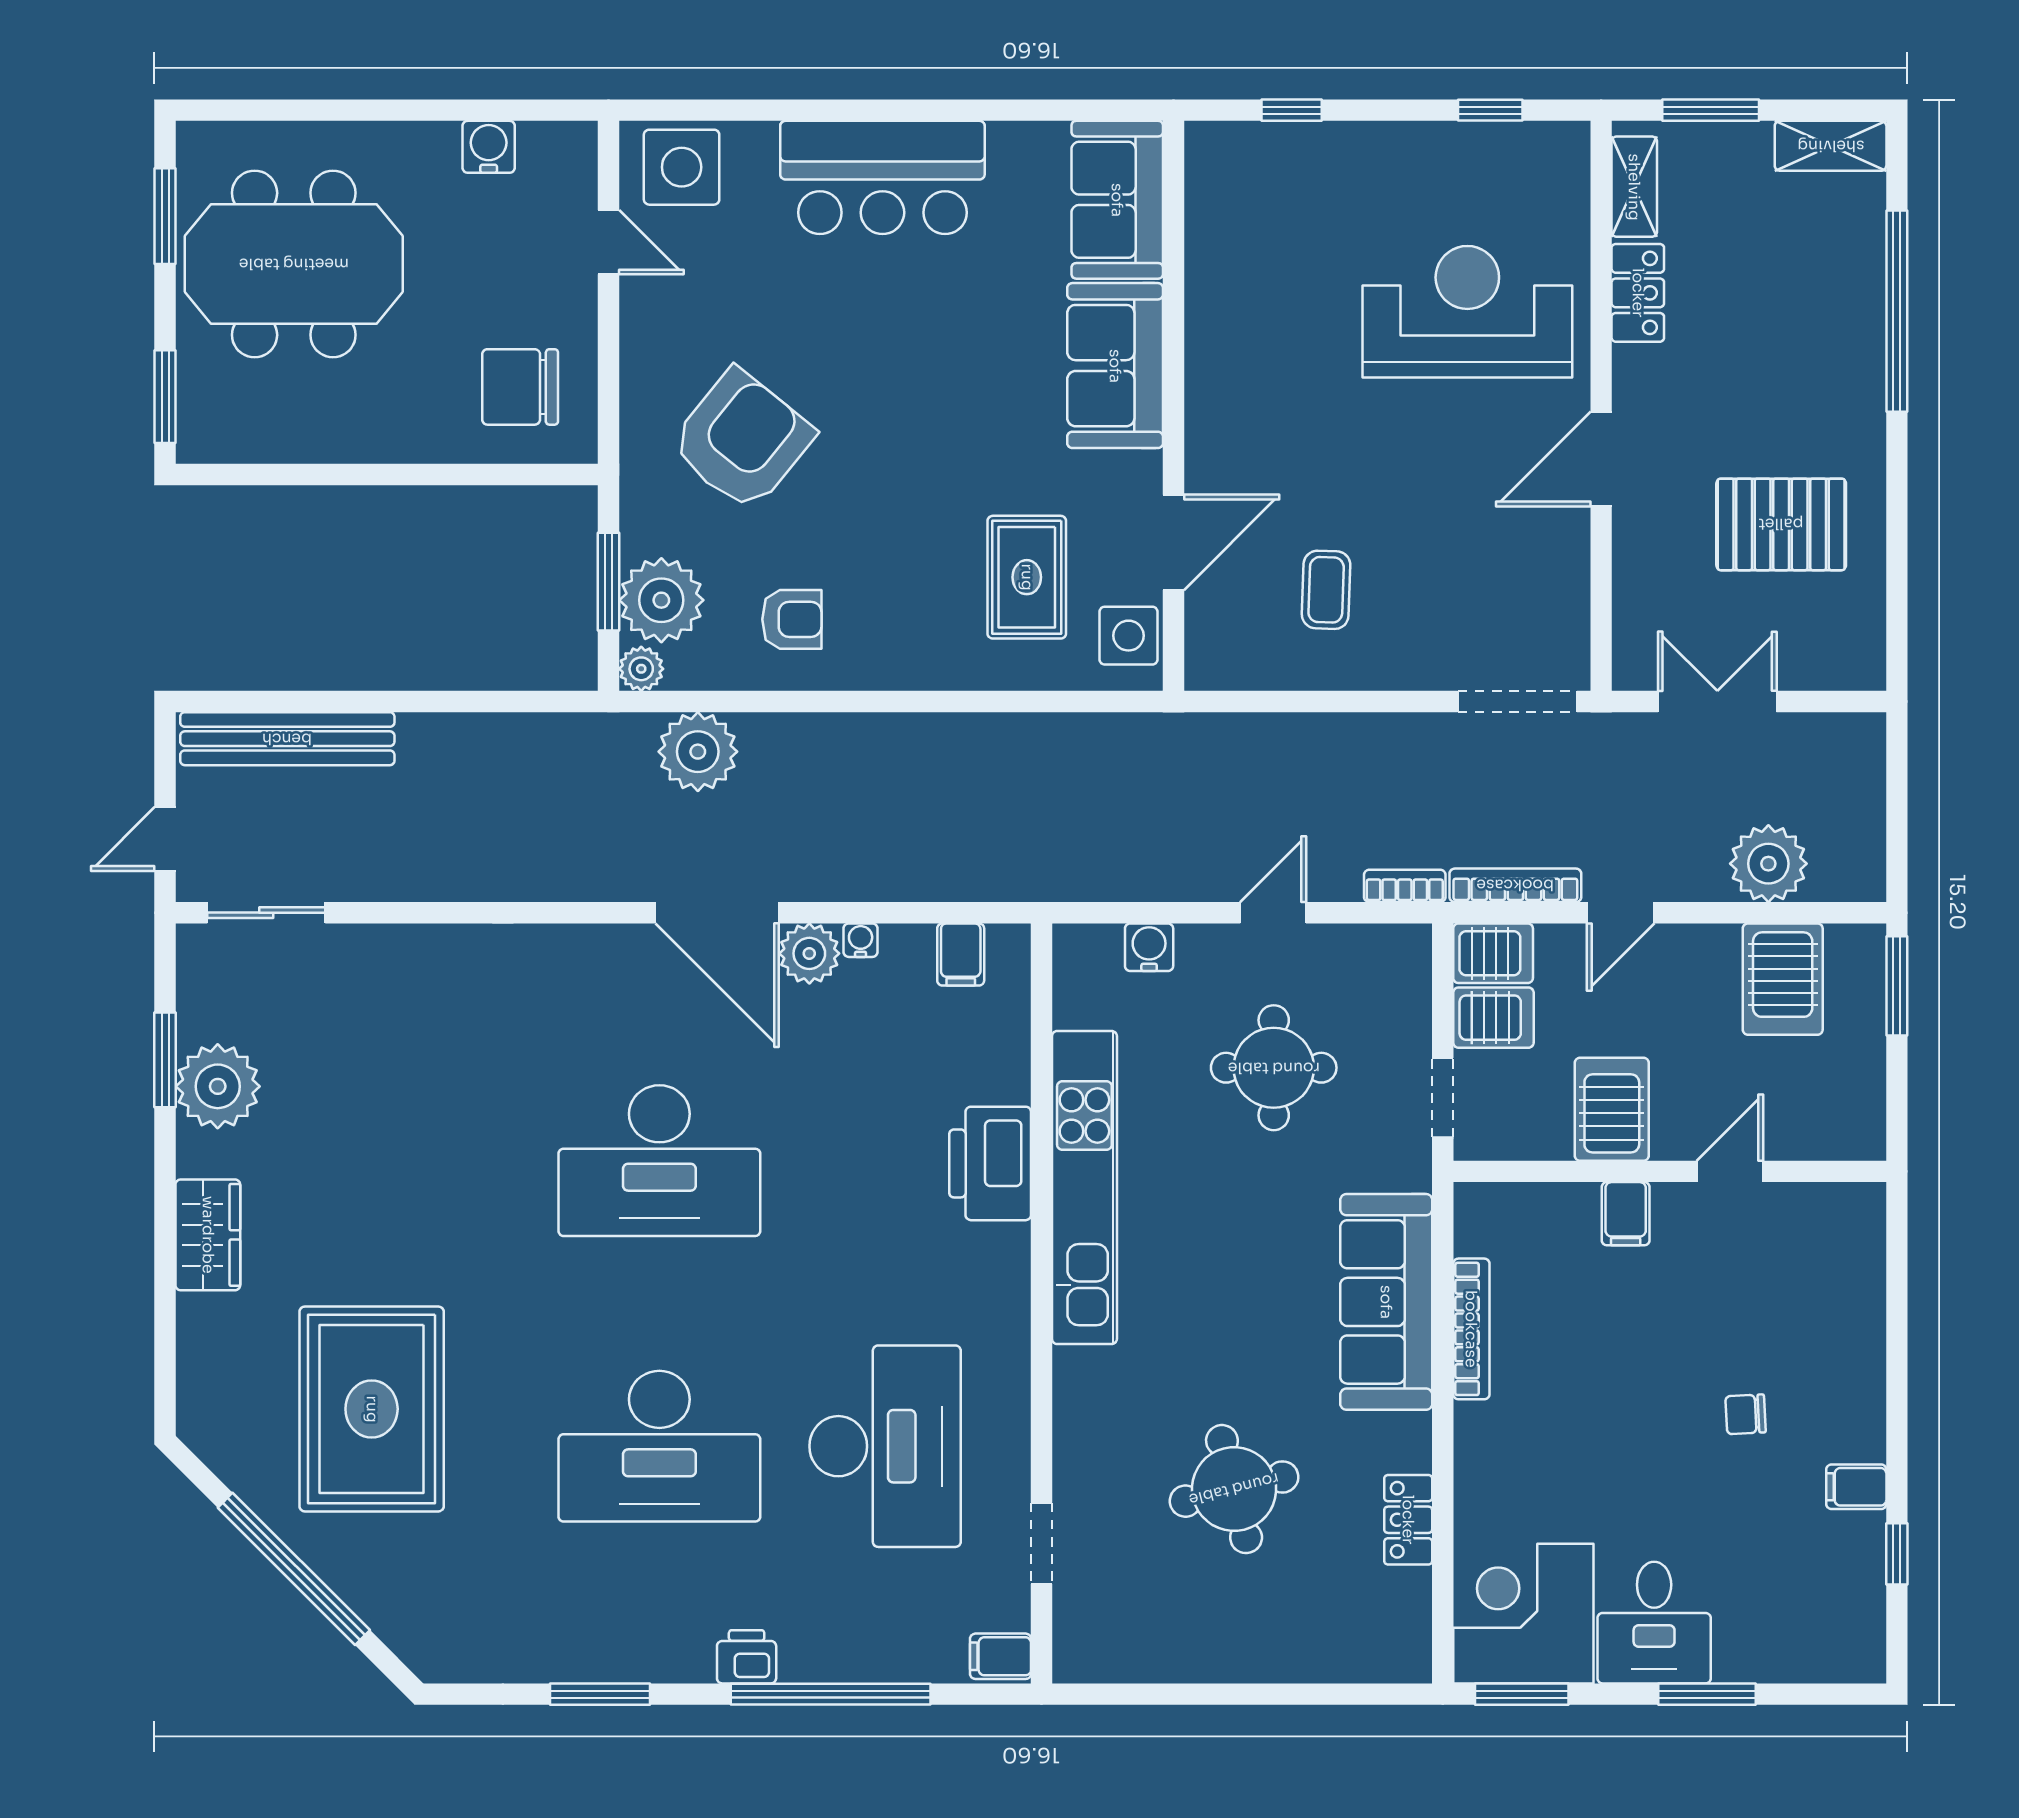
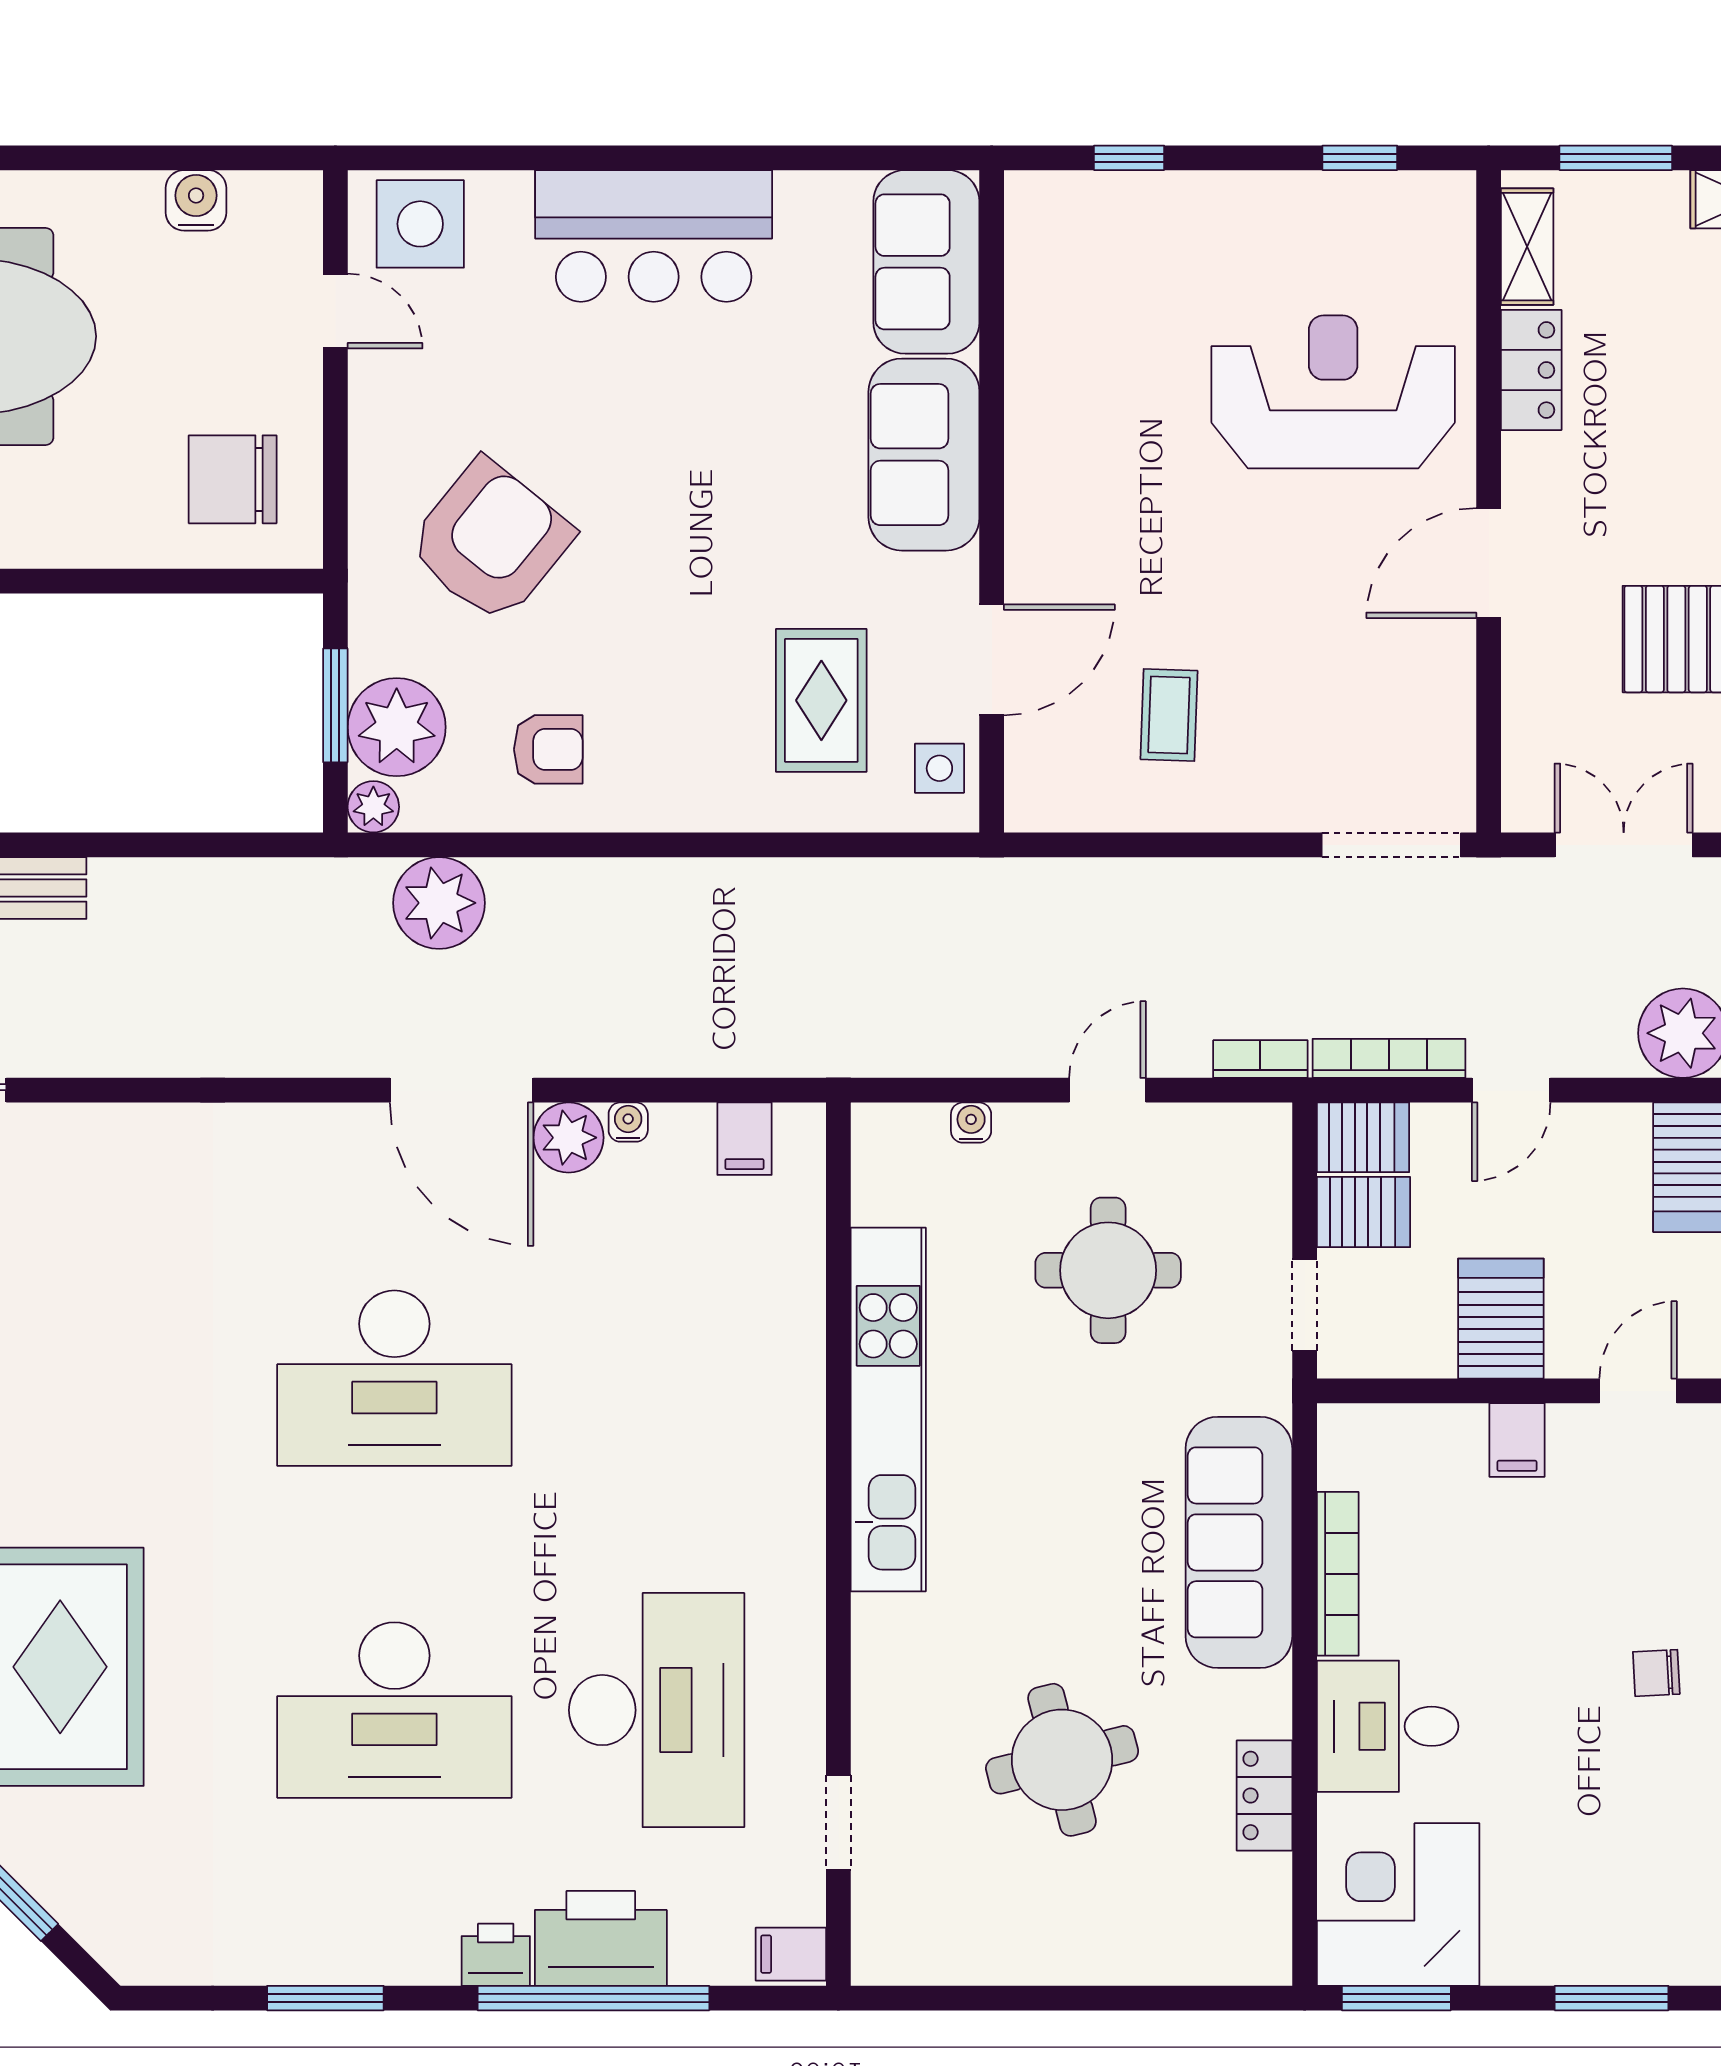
side table: (1129, 636) -> (939, 768), width x0.73, depth x0.73
water cooler: (1149, 947) -> (971, 1123), width x0.72, depth x0.72
printer: (990, 1163) -> (601, 1938), moved, turned 90
desk: (1654, 1623) -> (1388, 1726), moved, turned 90

